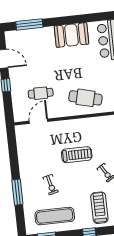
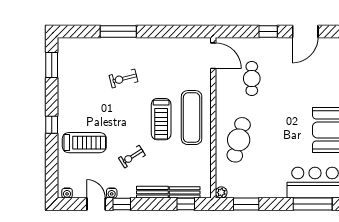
door: (38, 121) -> (213, 56), moved
exercise mat: (55, 216) -> (192, 118), moved

